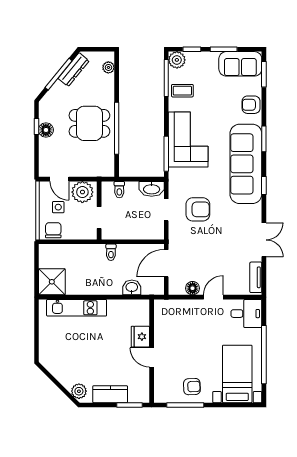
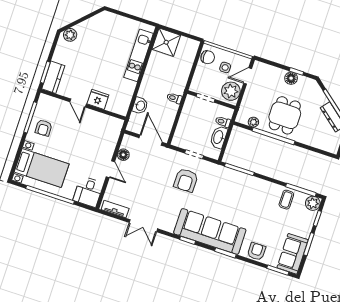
plant: (108, 67) -> (253, 122), moved
corner sofa: (188, 140) -> (245, 191), removed
washbasin: (152, 189) -> (219, 137), moved
door: (152, 357) -> (78, 103), swing flipped
kitchen counter: (110, 394) -> (53, 77), moved

